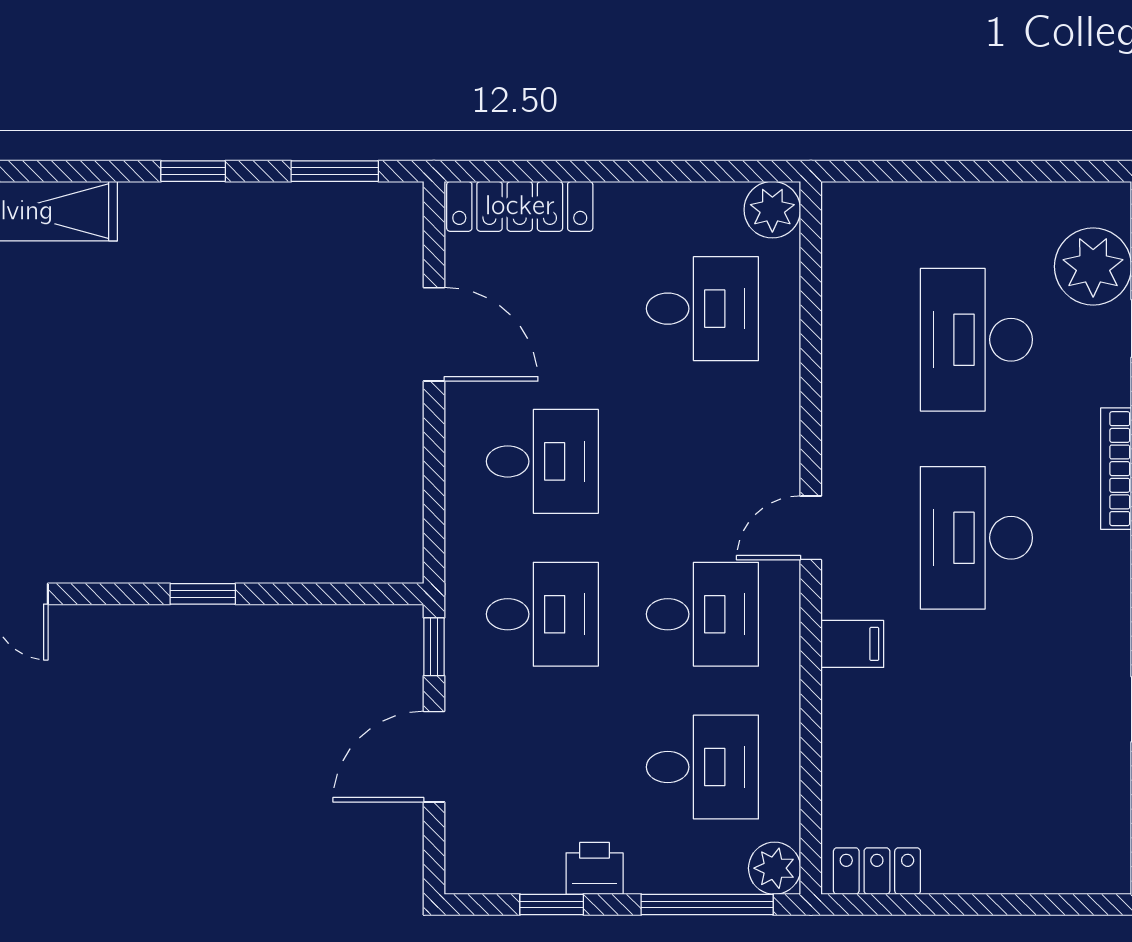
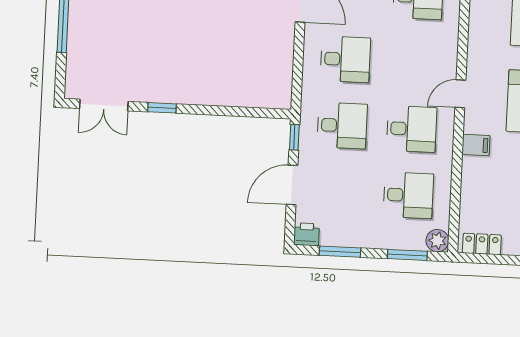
window: (203, 594) -> (162, 108), moved
printer: (595, 868) -> (306, 234), moved
window: (552, 904) -> (340, 252), width x1.50
window: (707, 904) -> (407, 255), width x0.69

